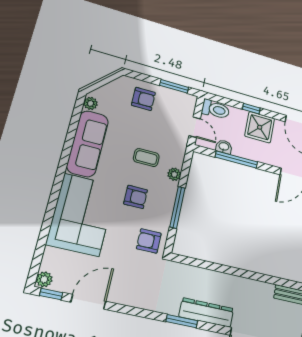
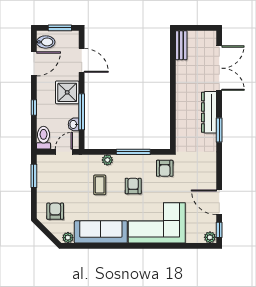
armchair: (143, 99) -> (55, 211), moved
shower: (260, 127) -> (67, 92), moved

